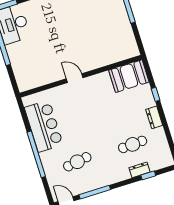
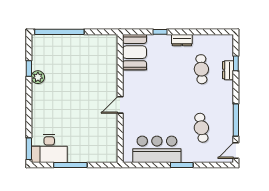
window: (36, 154) -> (182, 165), width x0.47

